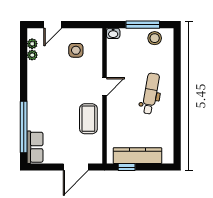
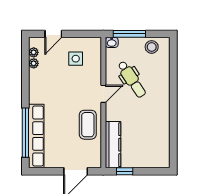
window: (143, 25) -> (129, 34), moved
dental chair: (151, 94) -> (132, 79), moved, turned 137
row of seats: (35, 147) -> (36, 136), width x2.02
kitchen counter: (137, 156) -> (113, 145), moved, turned 90

